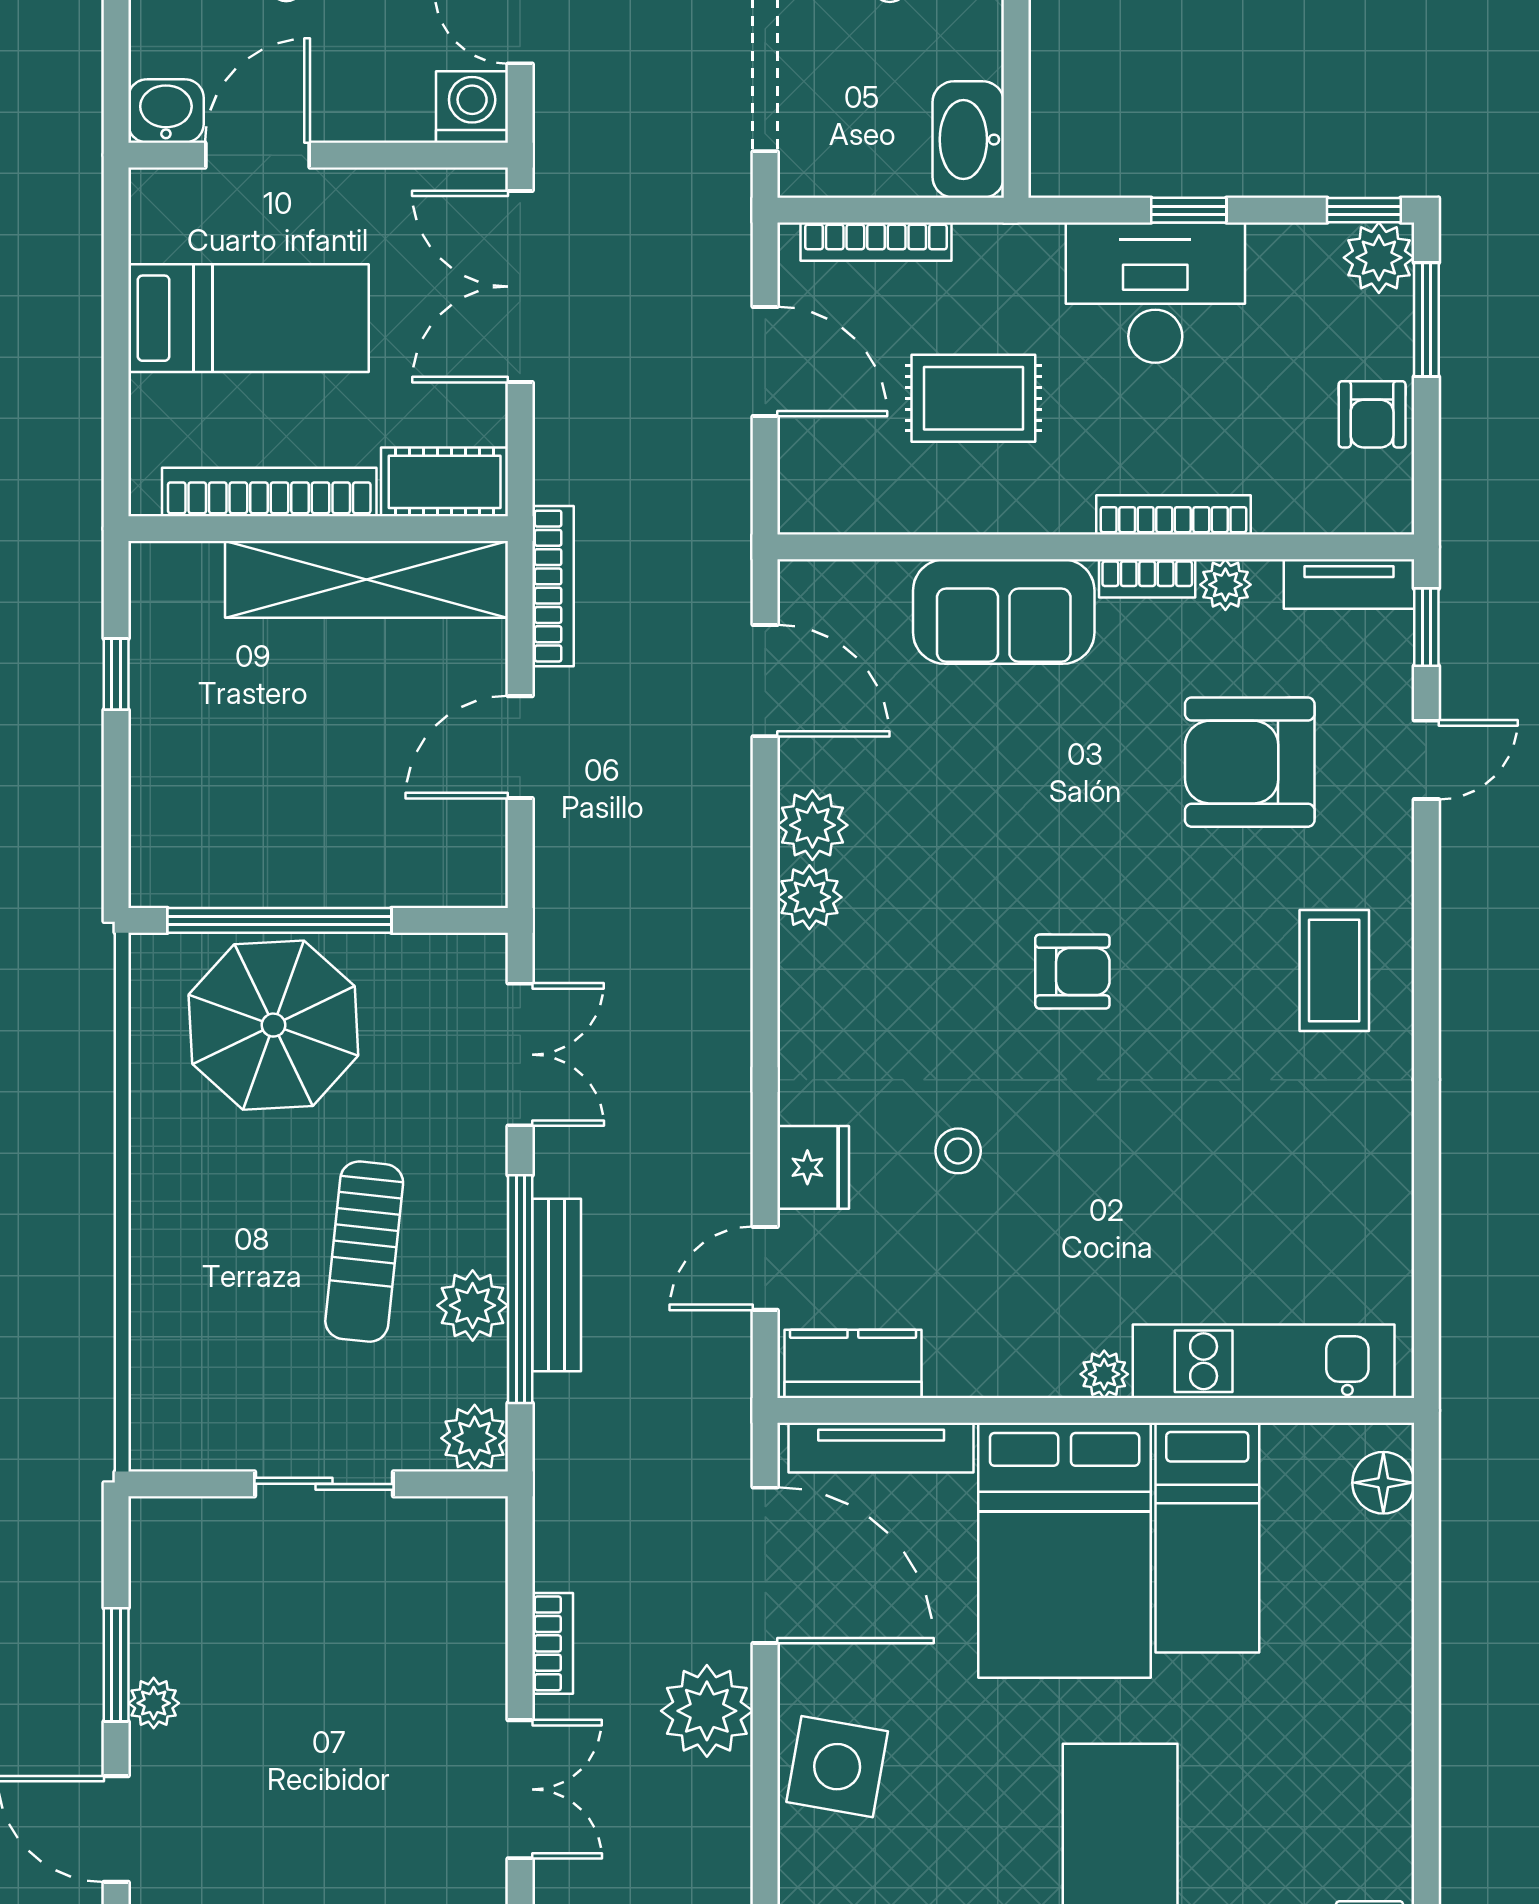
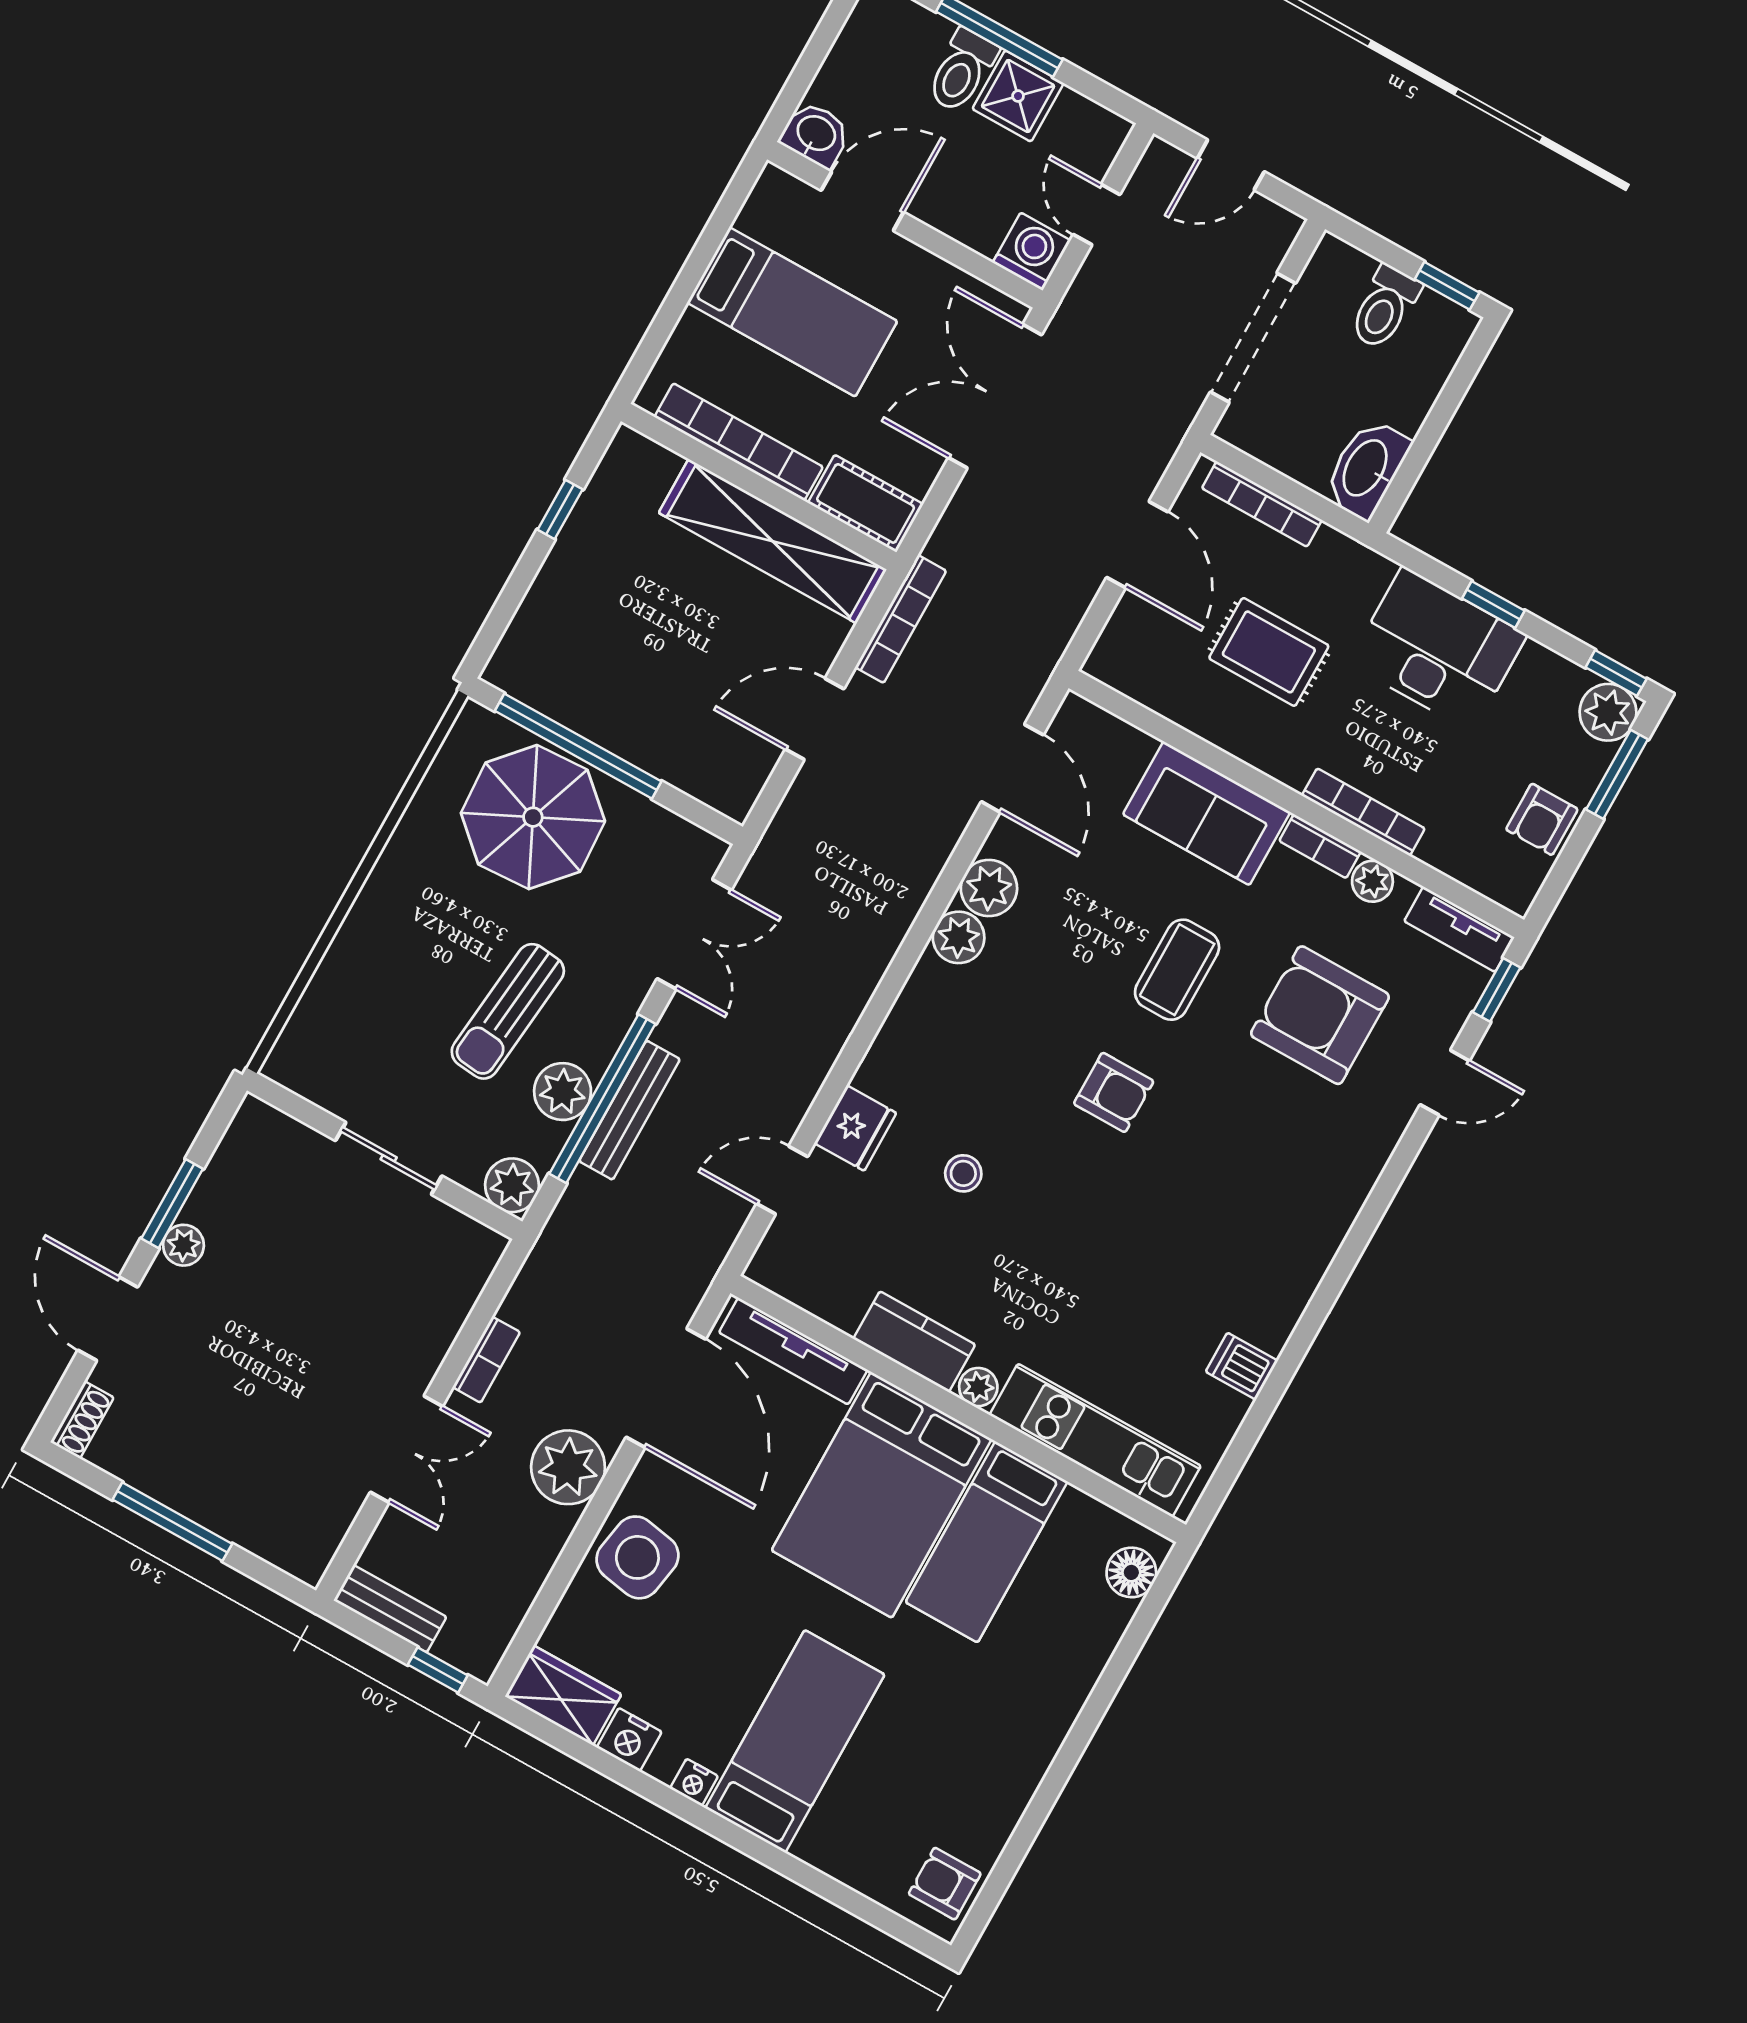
coffee table: (1334, 970) -> (1177, 970), moved
dishwasher: (1378, 1191) -> (1242, 1366), added
kitchen counter: (853, 1364) -> (914, 1342), moved

